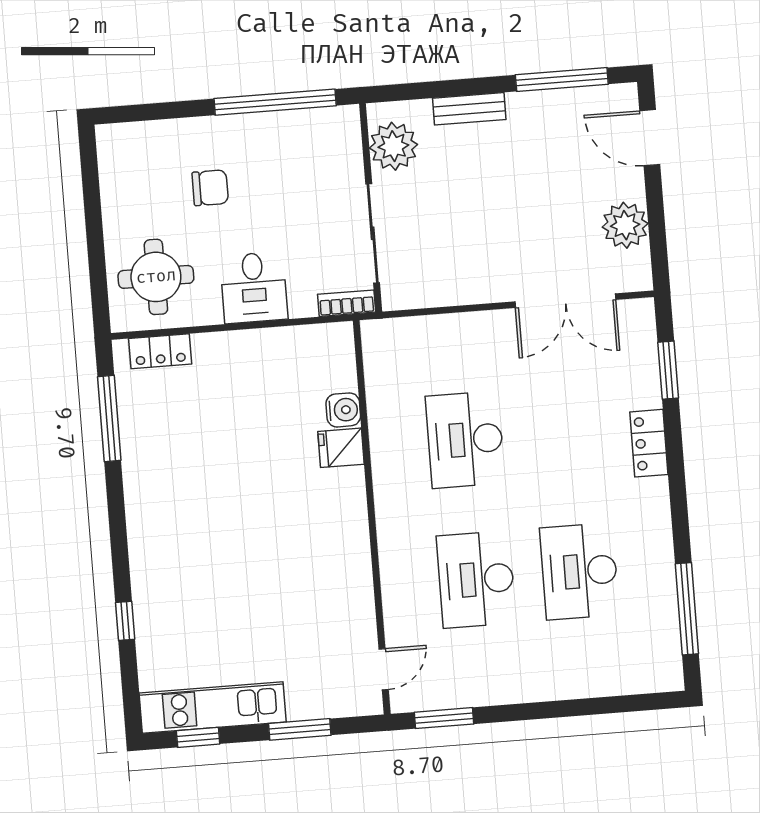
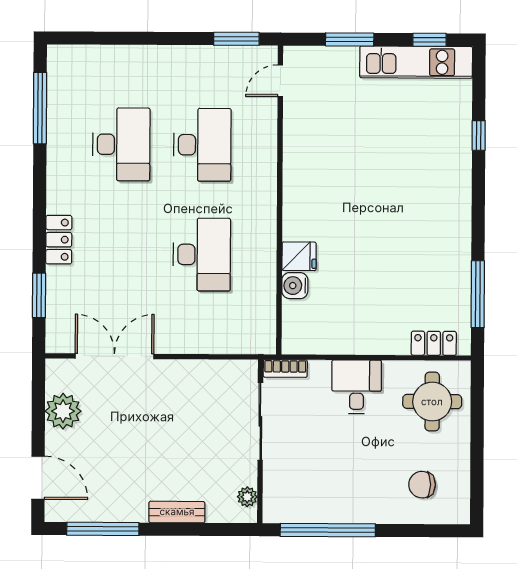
plant: (393, 146) -> (247, 497), width x0.53, depth x0.53
chair: (210, 188) -> (422, 485), moved

